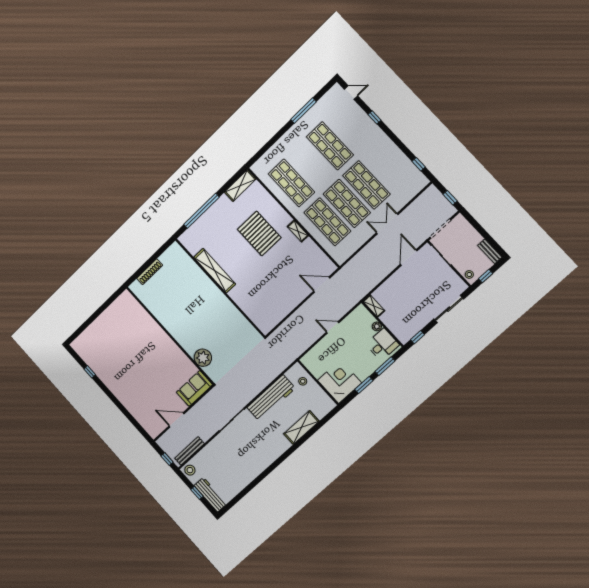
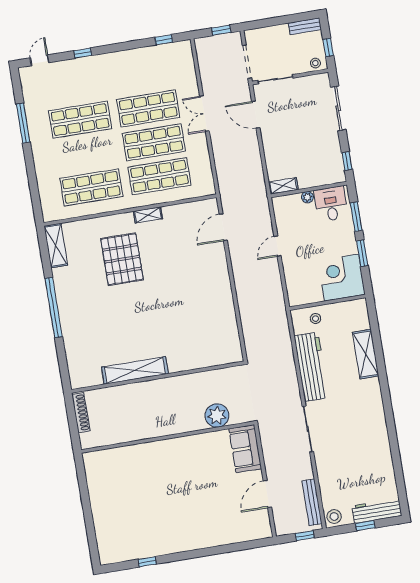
pallet: (259, 233) -> (122, 259), turned 90
shelving: (215, 271) -> (135, 370), moved
wall: (220, 288) -> (158, 377), moved

